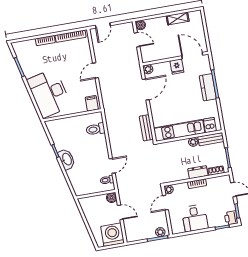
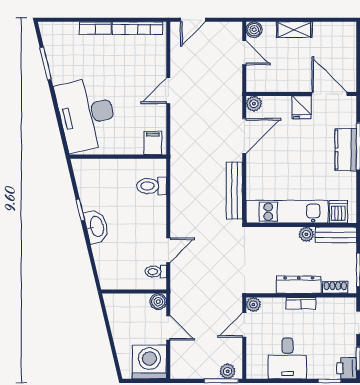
shelving: (178, 18) -> (294, 30), moved
bench: (146, 128) -> (234, 191), width x1.36
dresser: (198, 172) -> (299, 285), width x1.44

